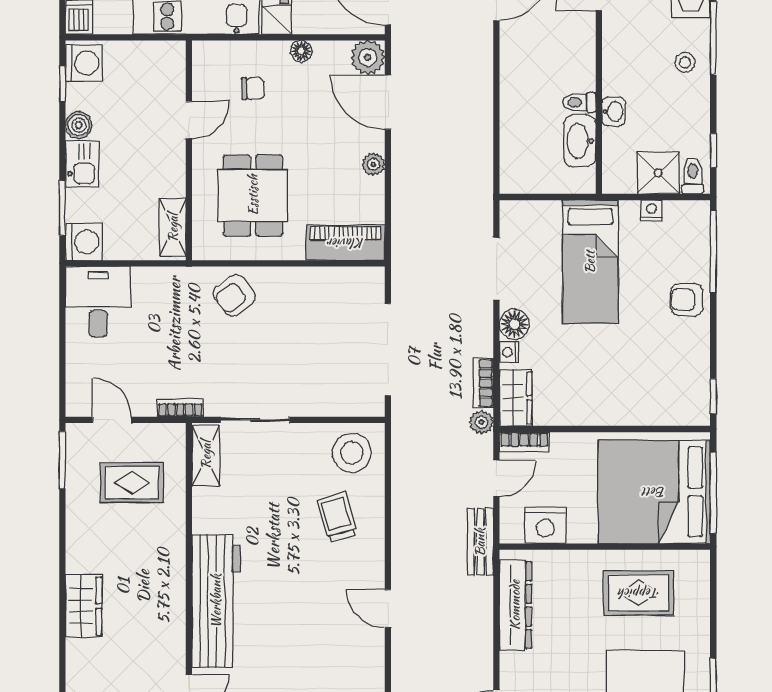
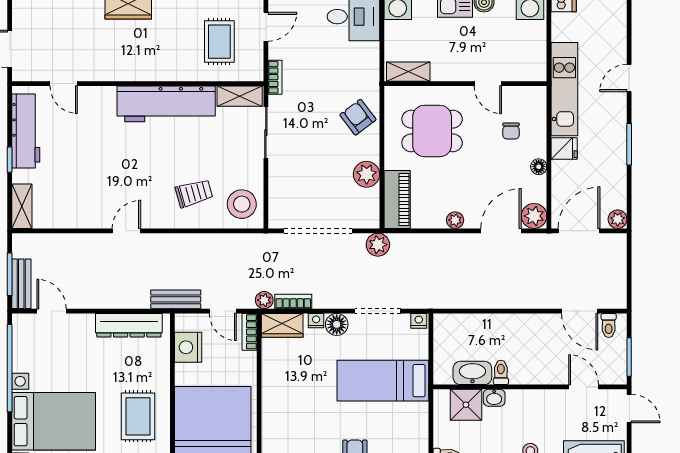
shower: (658, 173) -> (466, 405), moved
nightstand: (651, 210) -> (419, 321), moved, turned -90
plant: (407, 269) -> (378, 245), added
plant: (311, 284) -> (367, 174), added
workbench: (216, 601) -> (166, 104), moved

